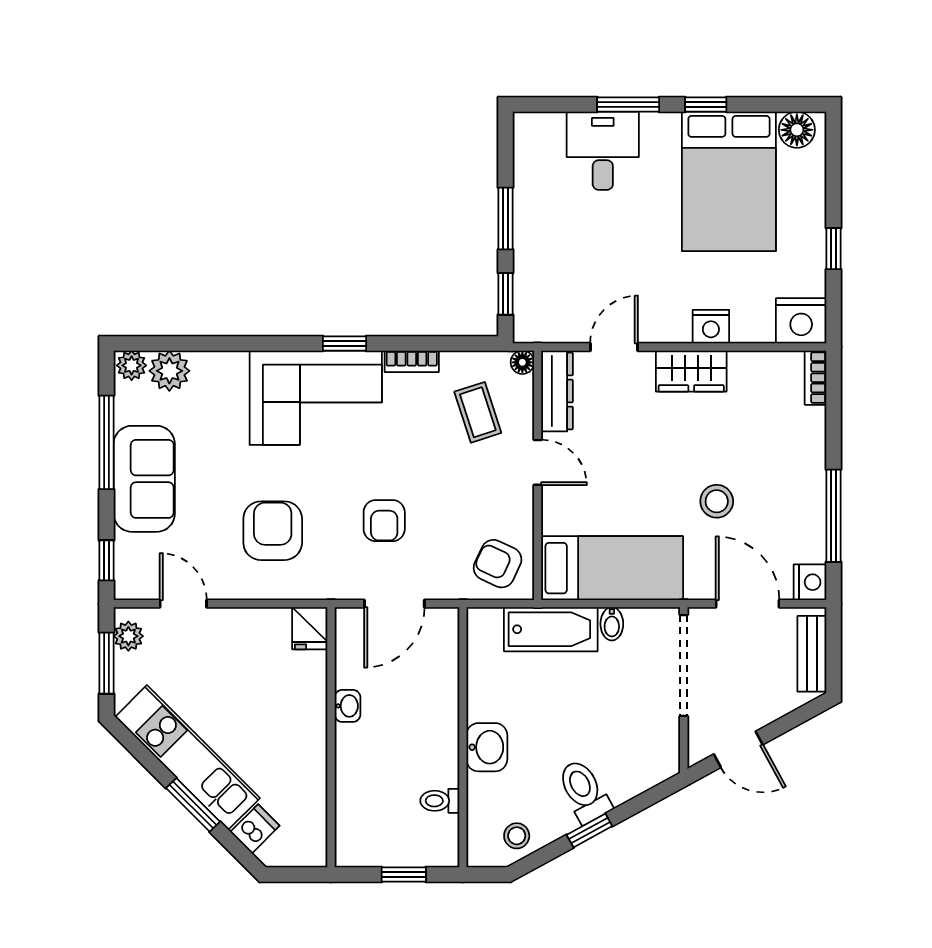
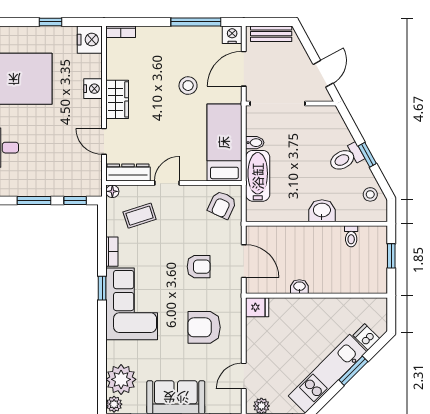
plant: (169, 371) -> (121, 379), width x1.36, depth x1.36

